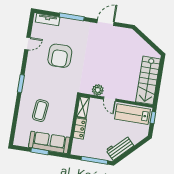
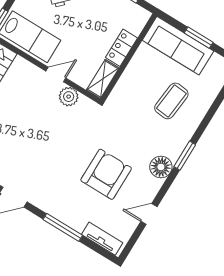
floor lamp: (31, 72) -> (161, 167), added
door: (110, 99) -> (56, 75), hinge flipped

